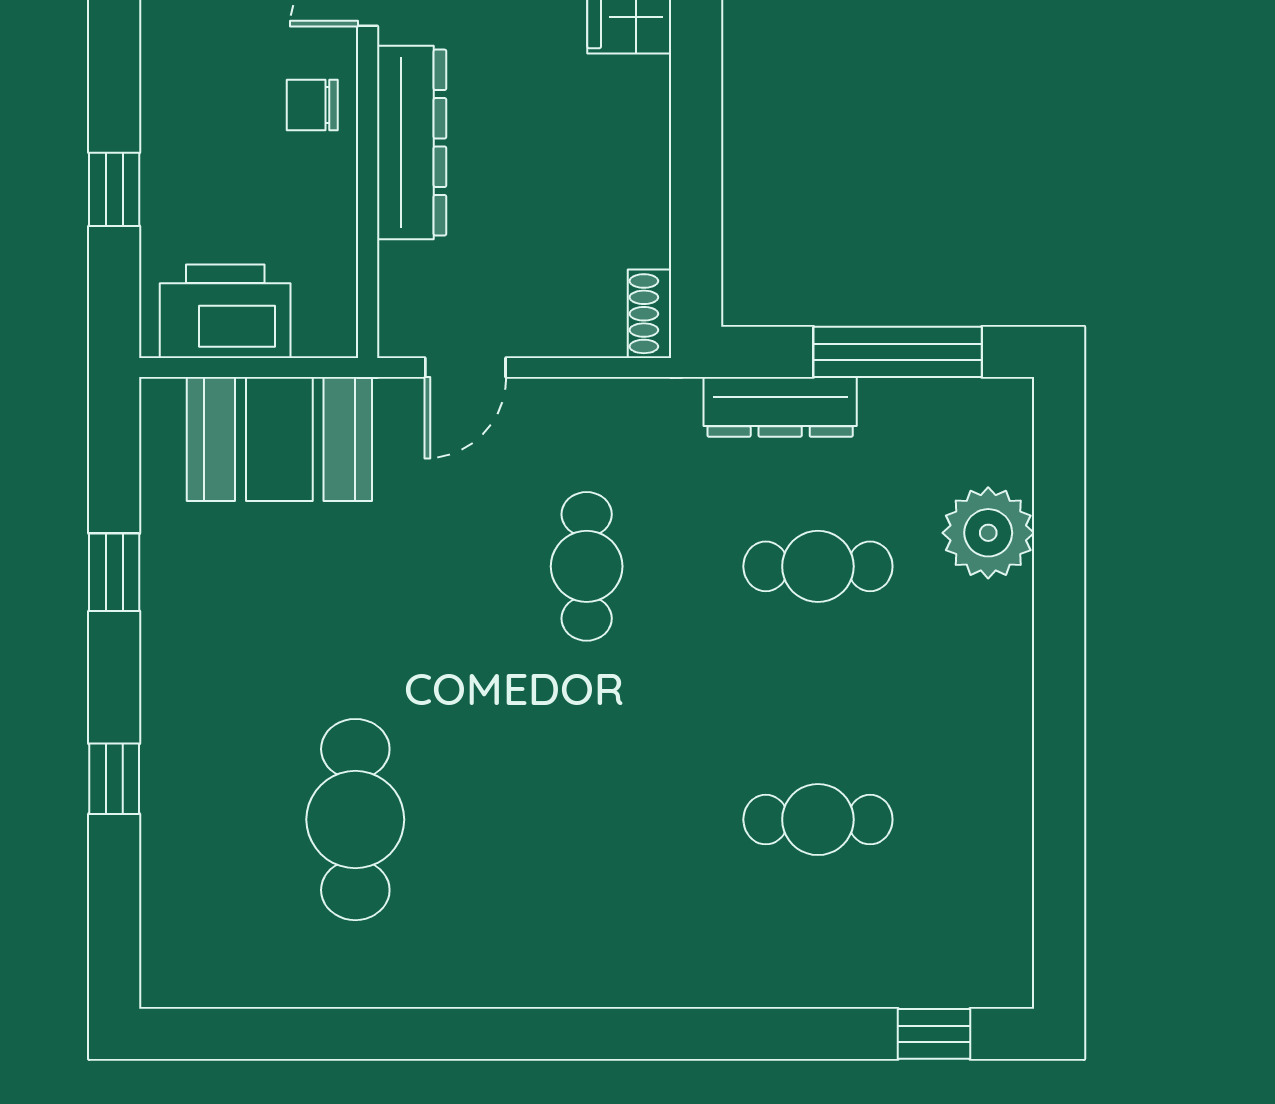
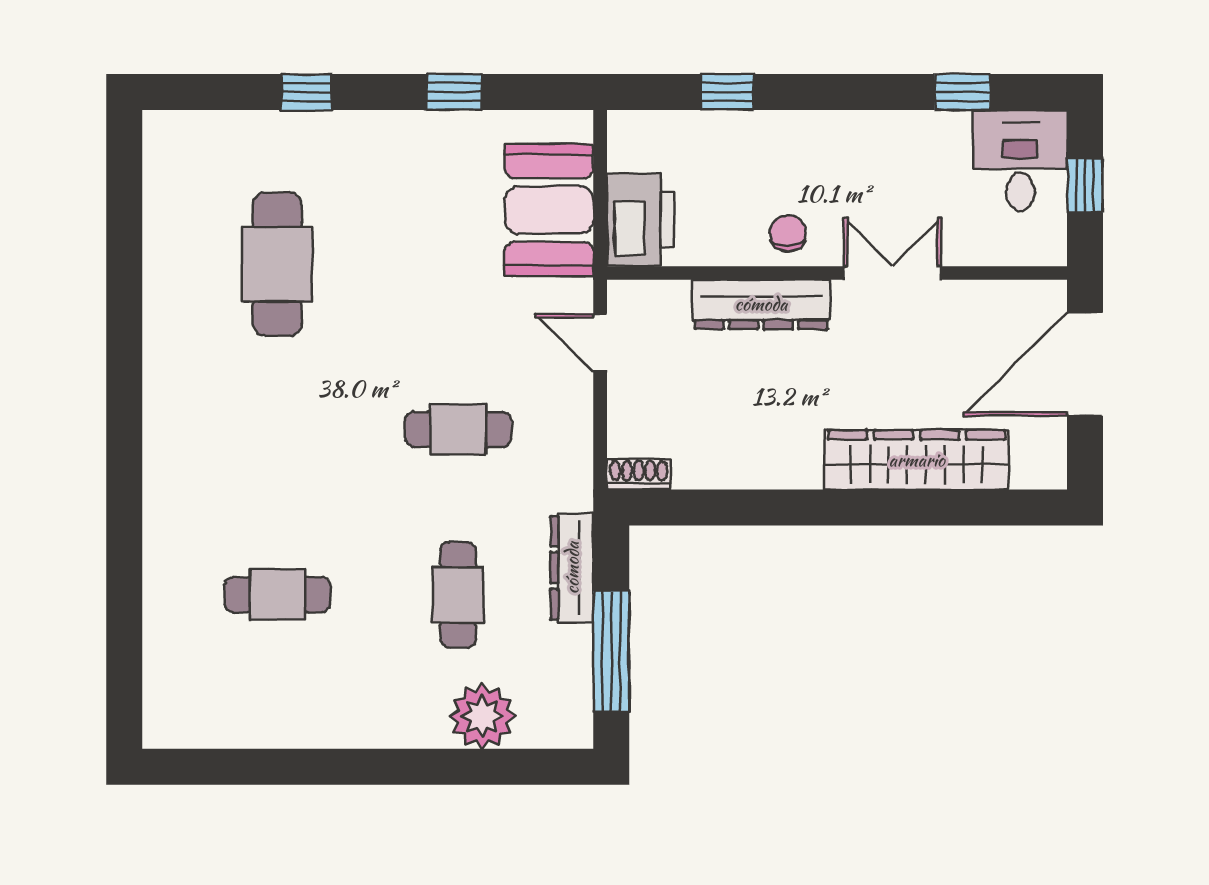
printer: (225, 311) -> (640, 220), moved
cafe table: (355, 820) -> (277, 264), turned 90
cafe table: (818, 820) -> (277, 595), turned 90
window: (934, 1034) -> (124, 678), removed

